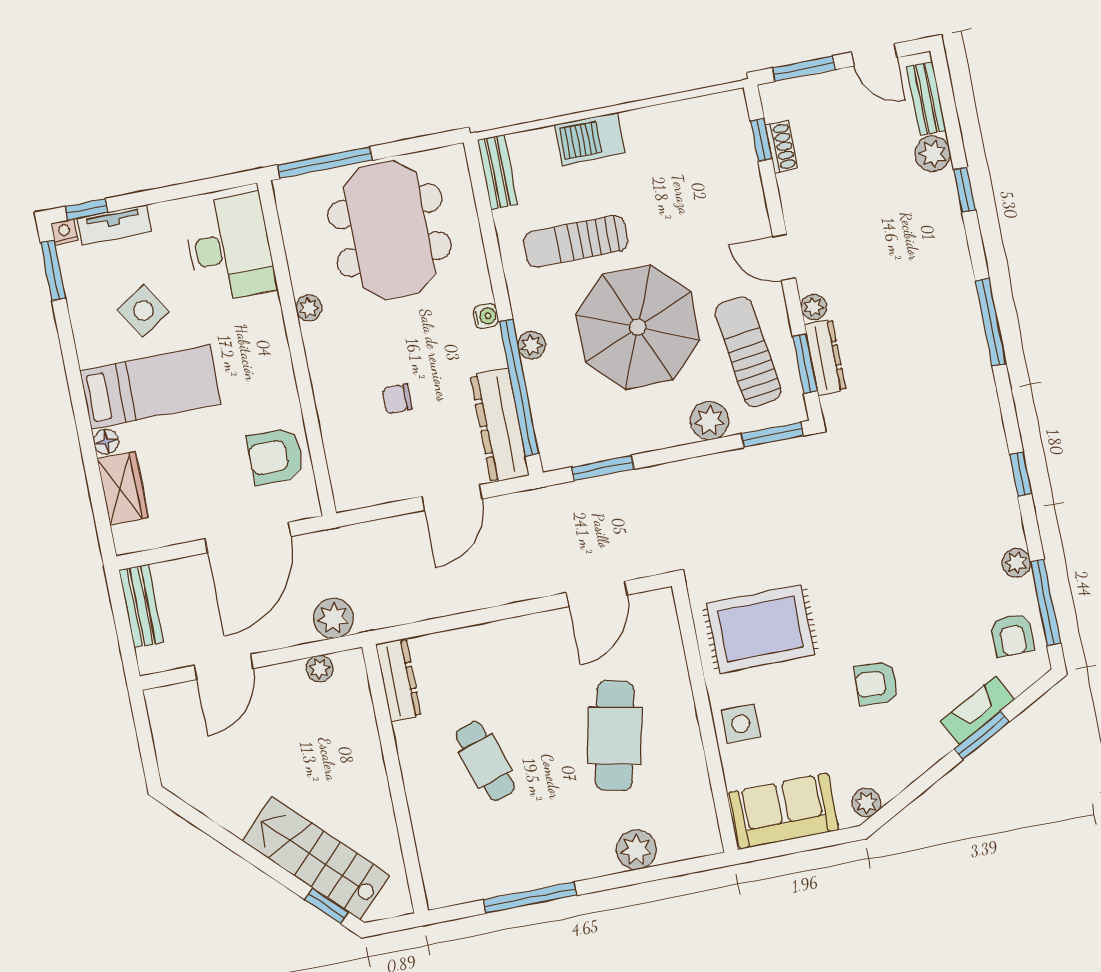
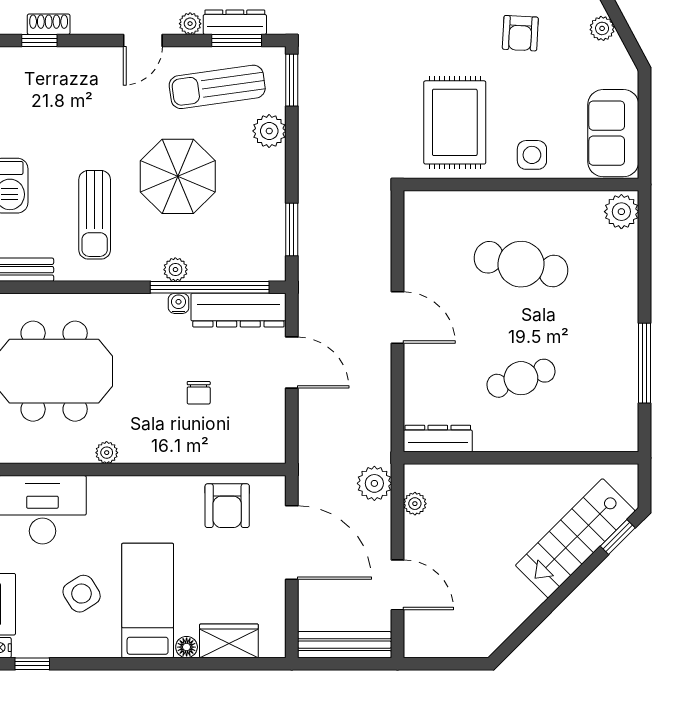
window: (53, 270) -> (32, 664), width x0.67
water cooler: (486, 316) -> (179, 303), moved
parasol: (638, 327) -> (178, 176), width x0.73, depth x0.73
door: (597, 594) -> (398, 318), moved
bench: (141, 606) -> (344, 645), width x1.36
plant: (866, 803) -> (602, 28), moved
plant: (636, 850) -> (621, 212), moved

